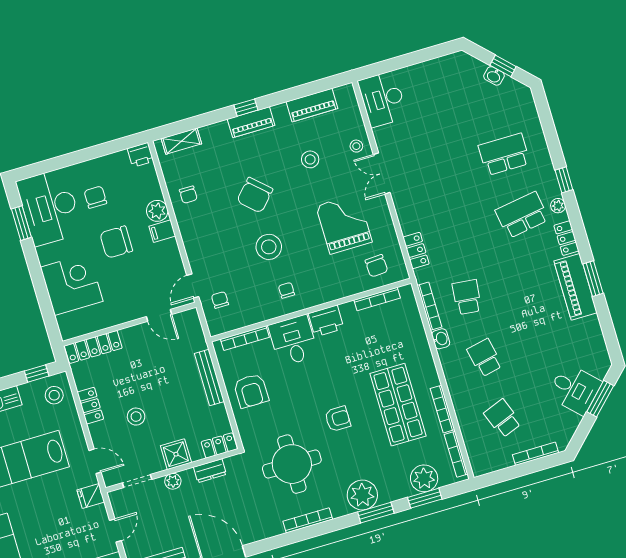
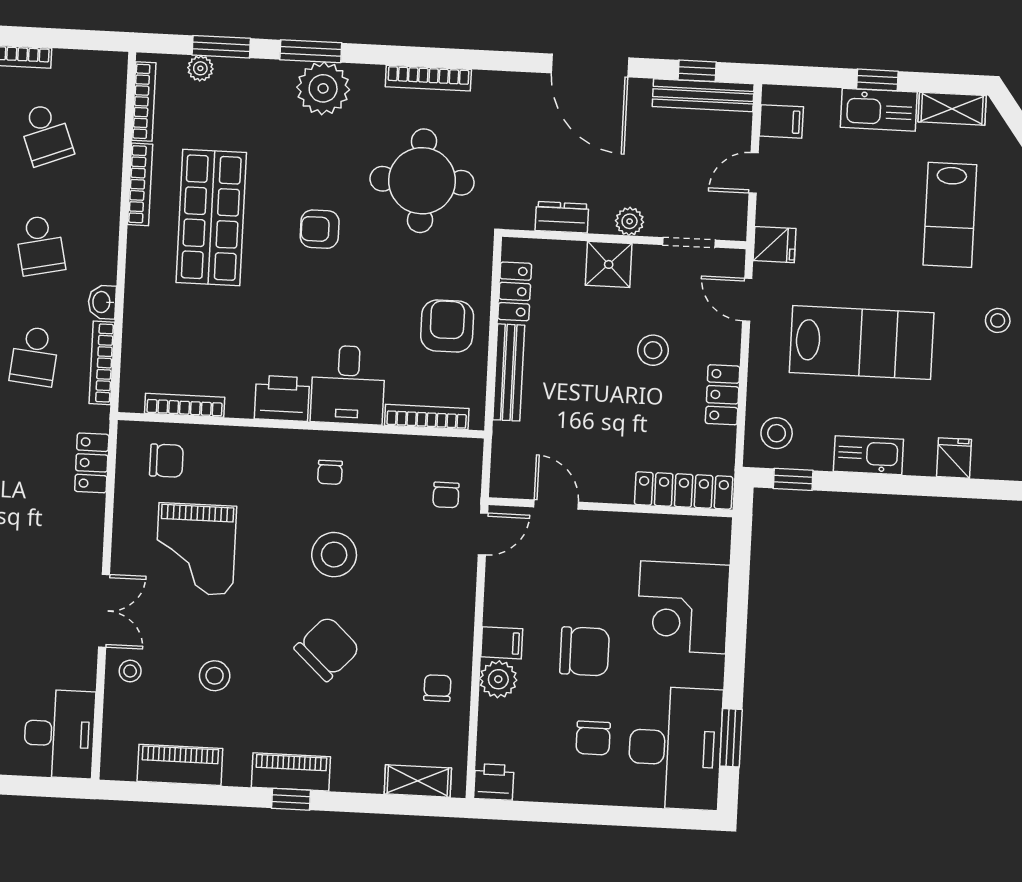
chair: (376, 266) -> (166, 461), turned 93
locker: (219, 445) -> (515, 291), moved, turned -90
plant: (424, 478) -> (200, 68), width x0.53, depth x0.53

